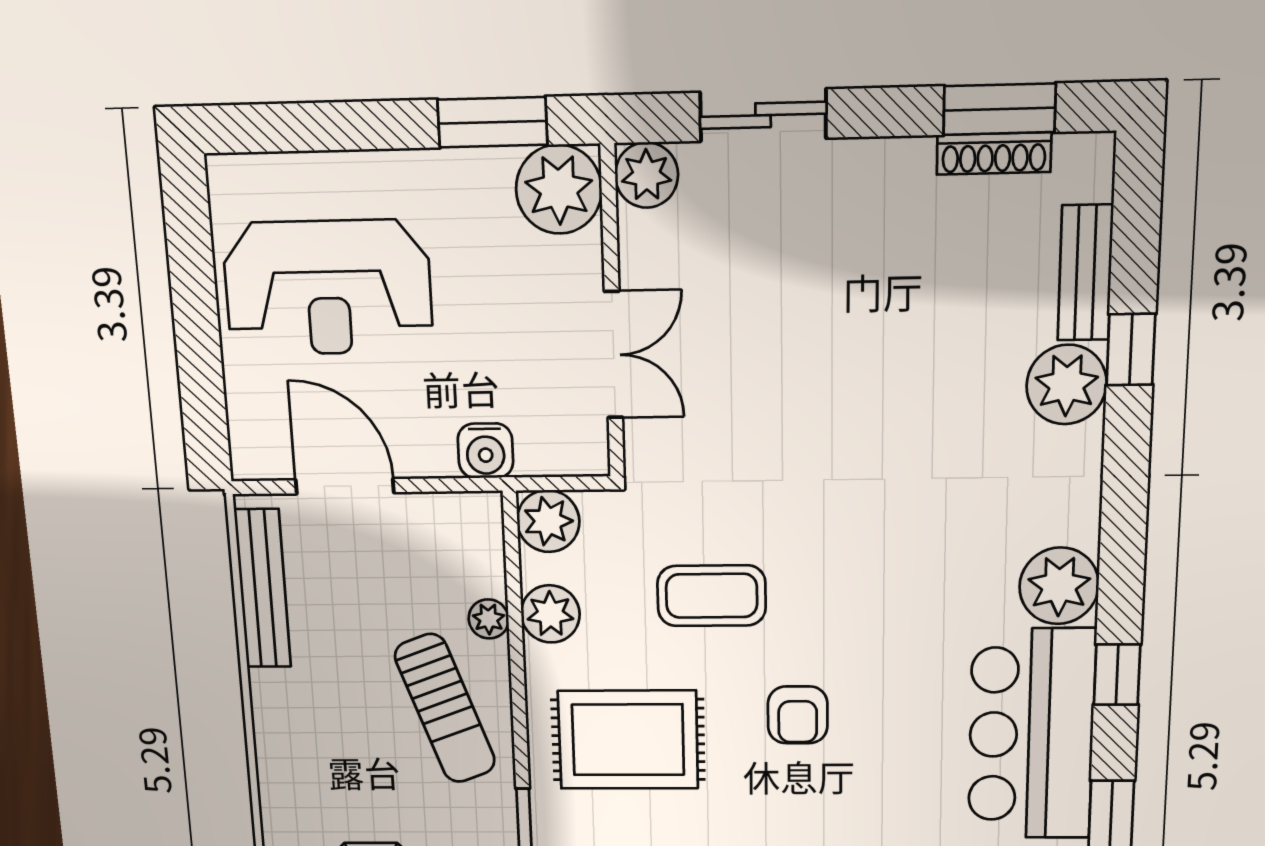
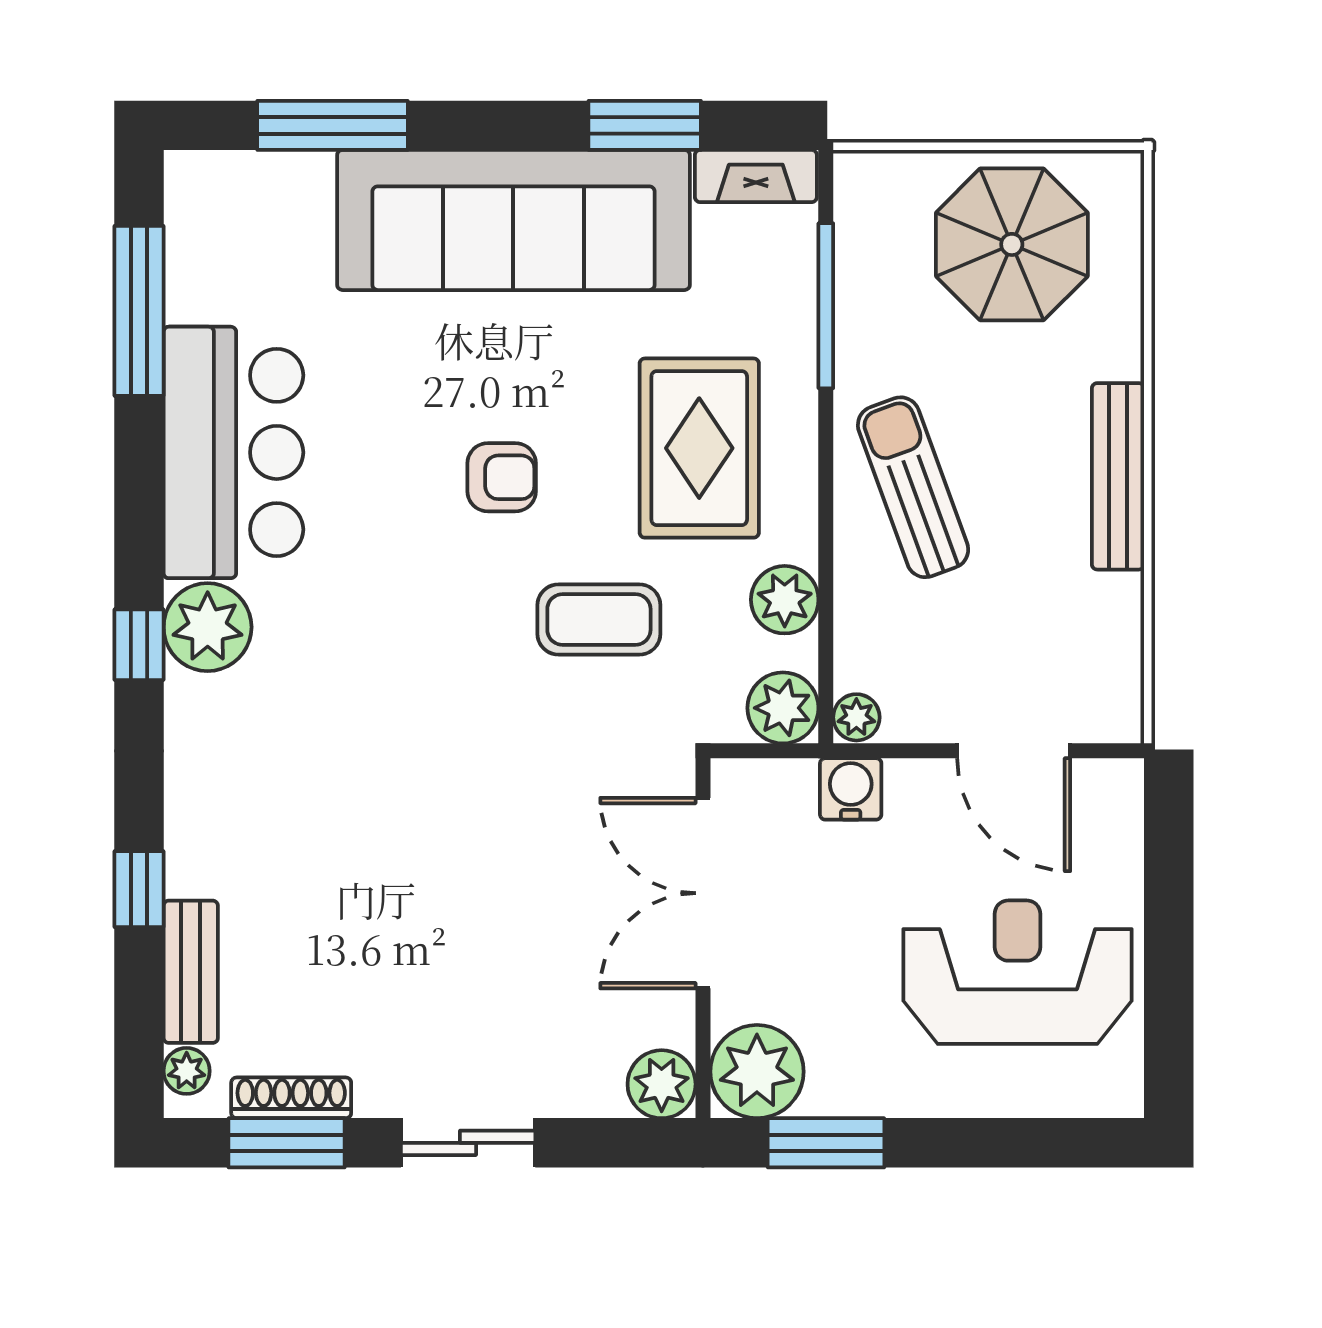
sliding door: (763, 115) -> (468, 1143), moved
double door: (613, 355) -> (703, 893), width x1.37
plant: (1067, 385) -> (187, 1071), moved, width x0.53, depth x0.53
bench: (263, 589) -> (1118, 476), moved
plant: (489, 619) -> (856, 717), moved
window: (1117, 675) -> (139, 645), moved
armchair: (798, 715) -> (502, 477), turned 90
rug: (628, 740) -> (699, 448), turned 90

